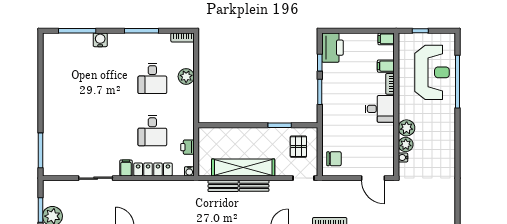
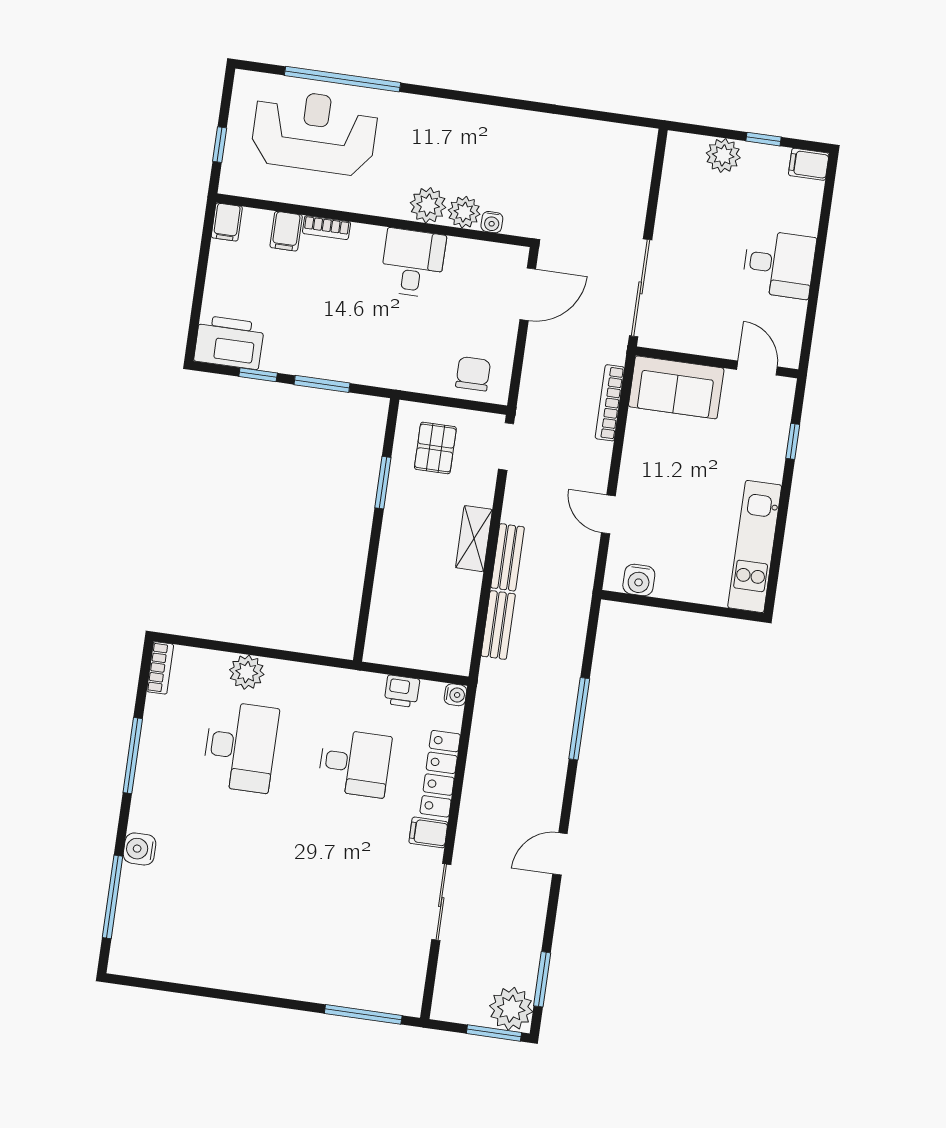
desk: (152, 78) -> (240, 747), width x1.37
desk: (380, 109) -> (413, 263), moved
pallet: (298, 147) -> (435, 448), turned 90
shelving: (243, 167) -> (474, 539), width x0.45, depth x0.75

